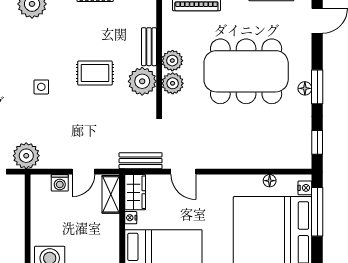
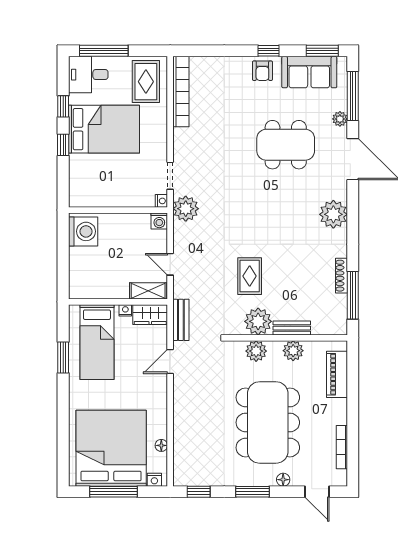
plant: (172, 61) -> (293, 351), moved
rug: (95, 73) -> (250, 276), moved
side table: (41, 87) -> (253, 223), removed
floor lamp: (305, 88) -> (283, 480), moved
nightstand: (18, 181) -> (161, 201), added
washing machine: (60, 183) -> (159, 221), moved, turned -90
window: (317, 212) -> (114, 492), moved

